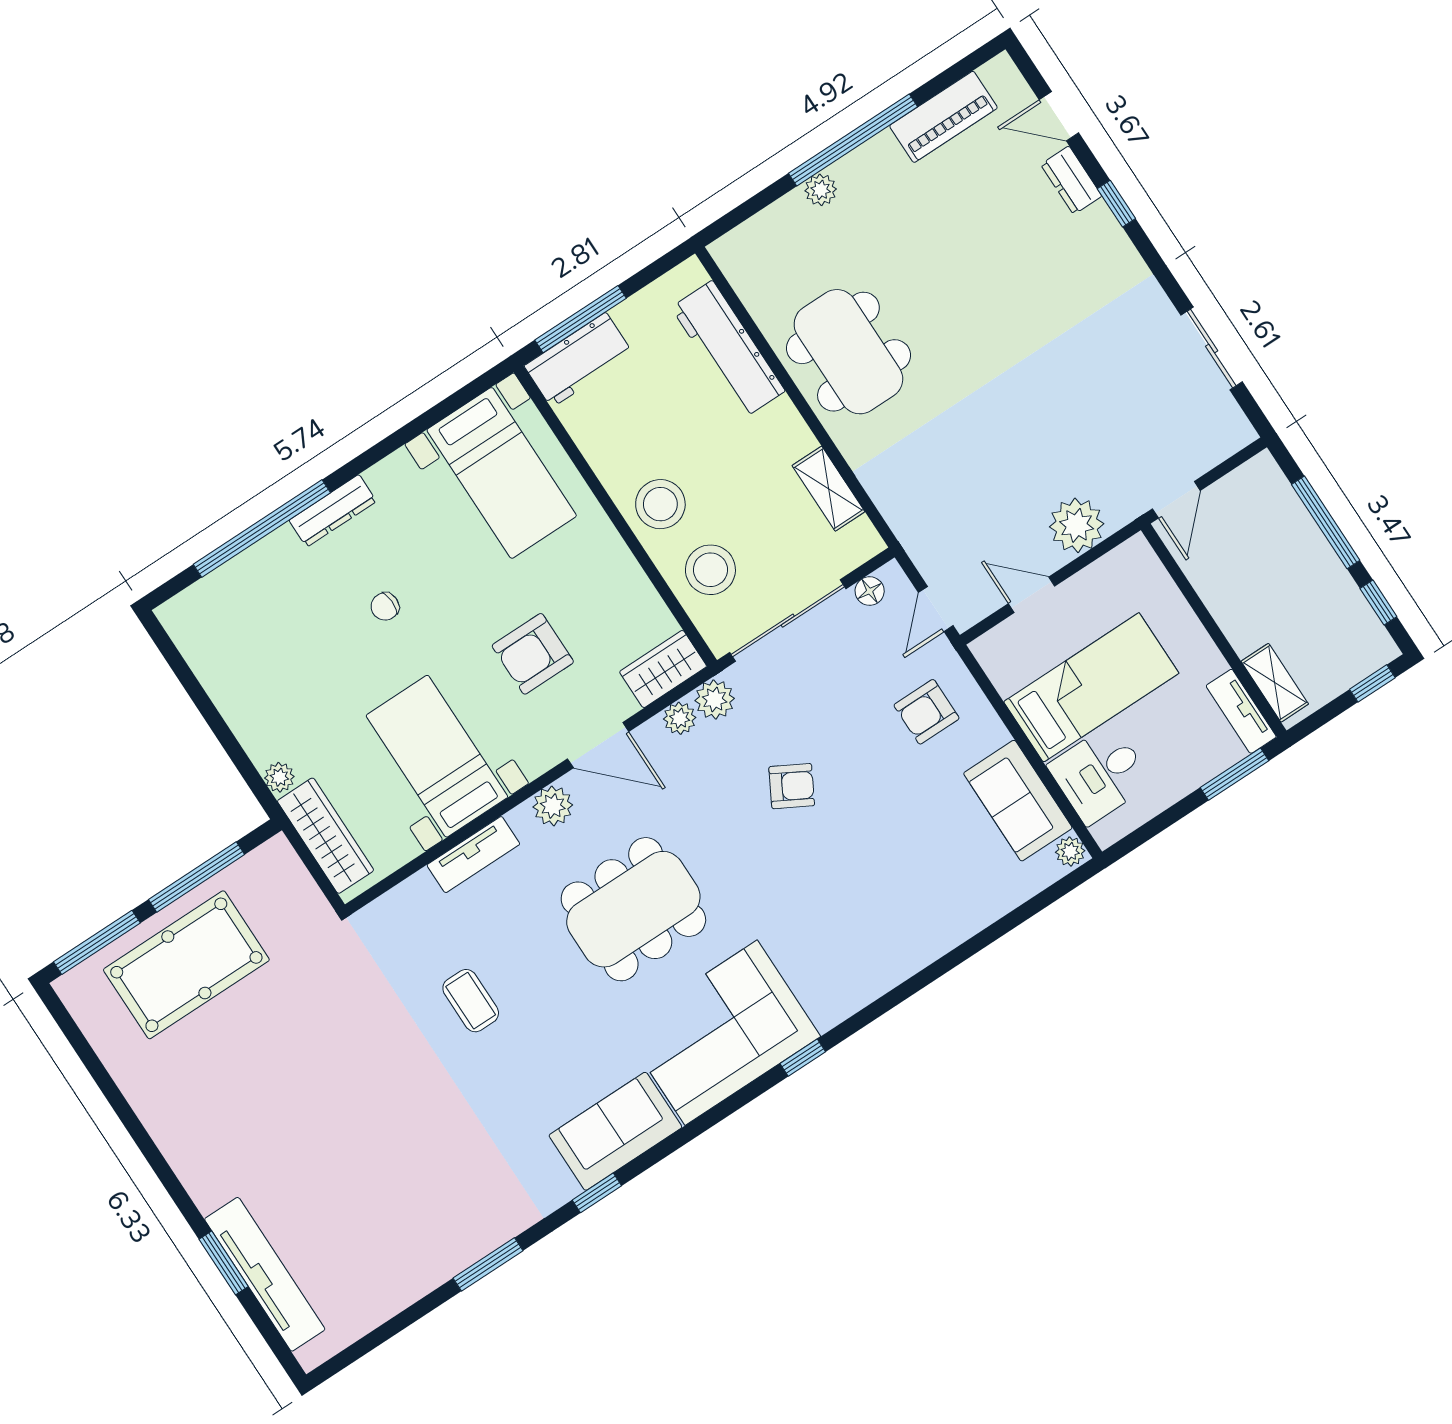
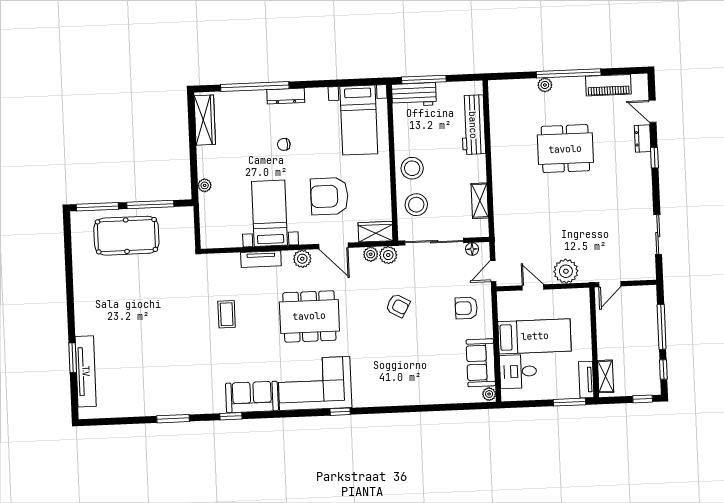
dining table: (848, 352) -> (565, 149), moved, turned 90
armchair: (533, 654) -> (329, 196), width x1.36, depth x1.36
wardrobe: (326, 836) -> (205, 120), moved

